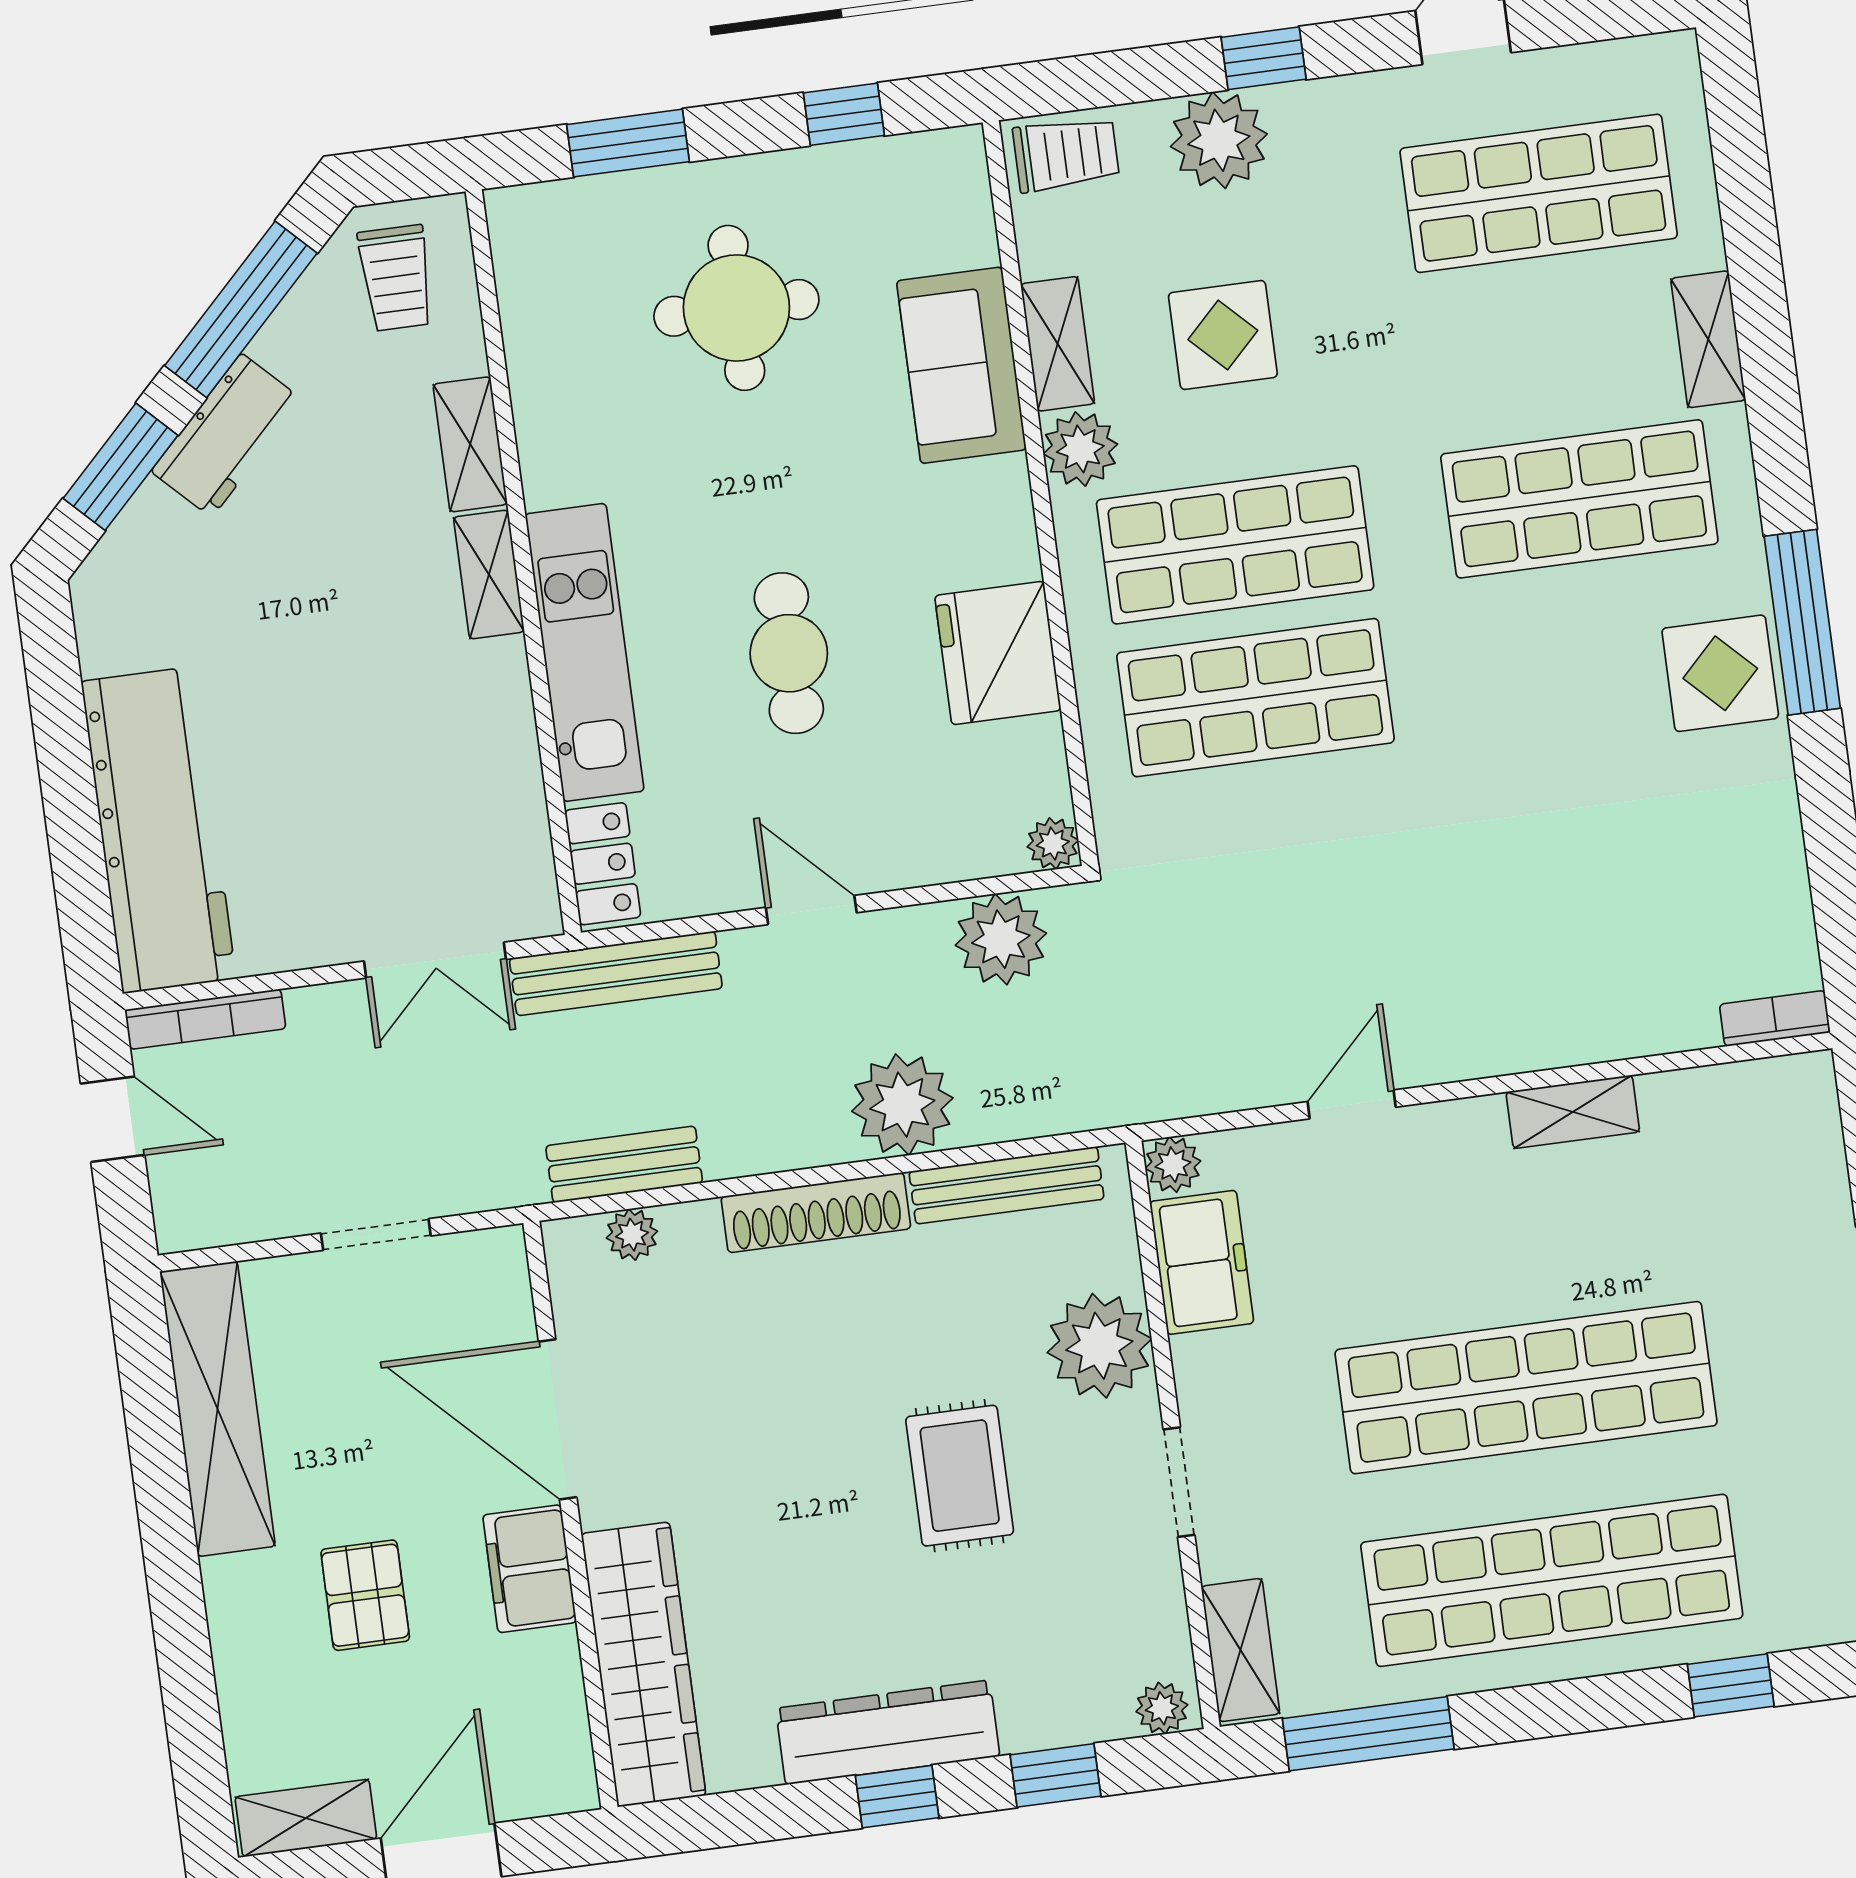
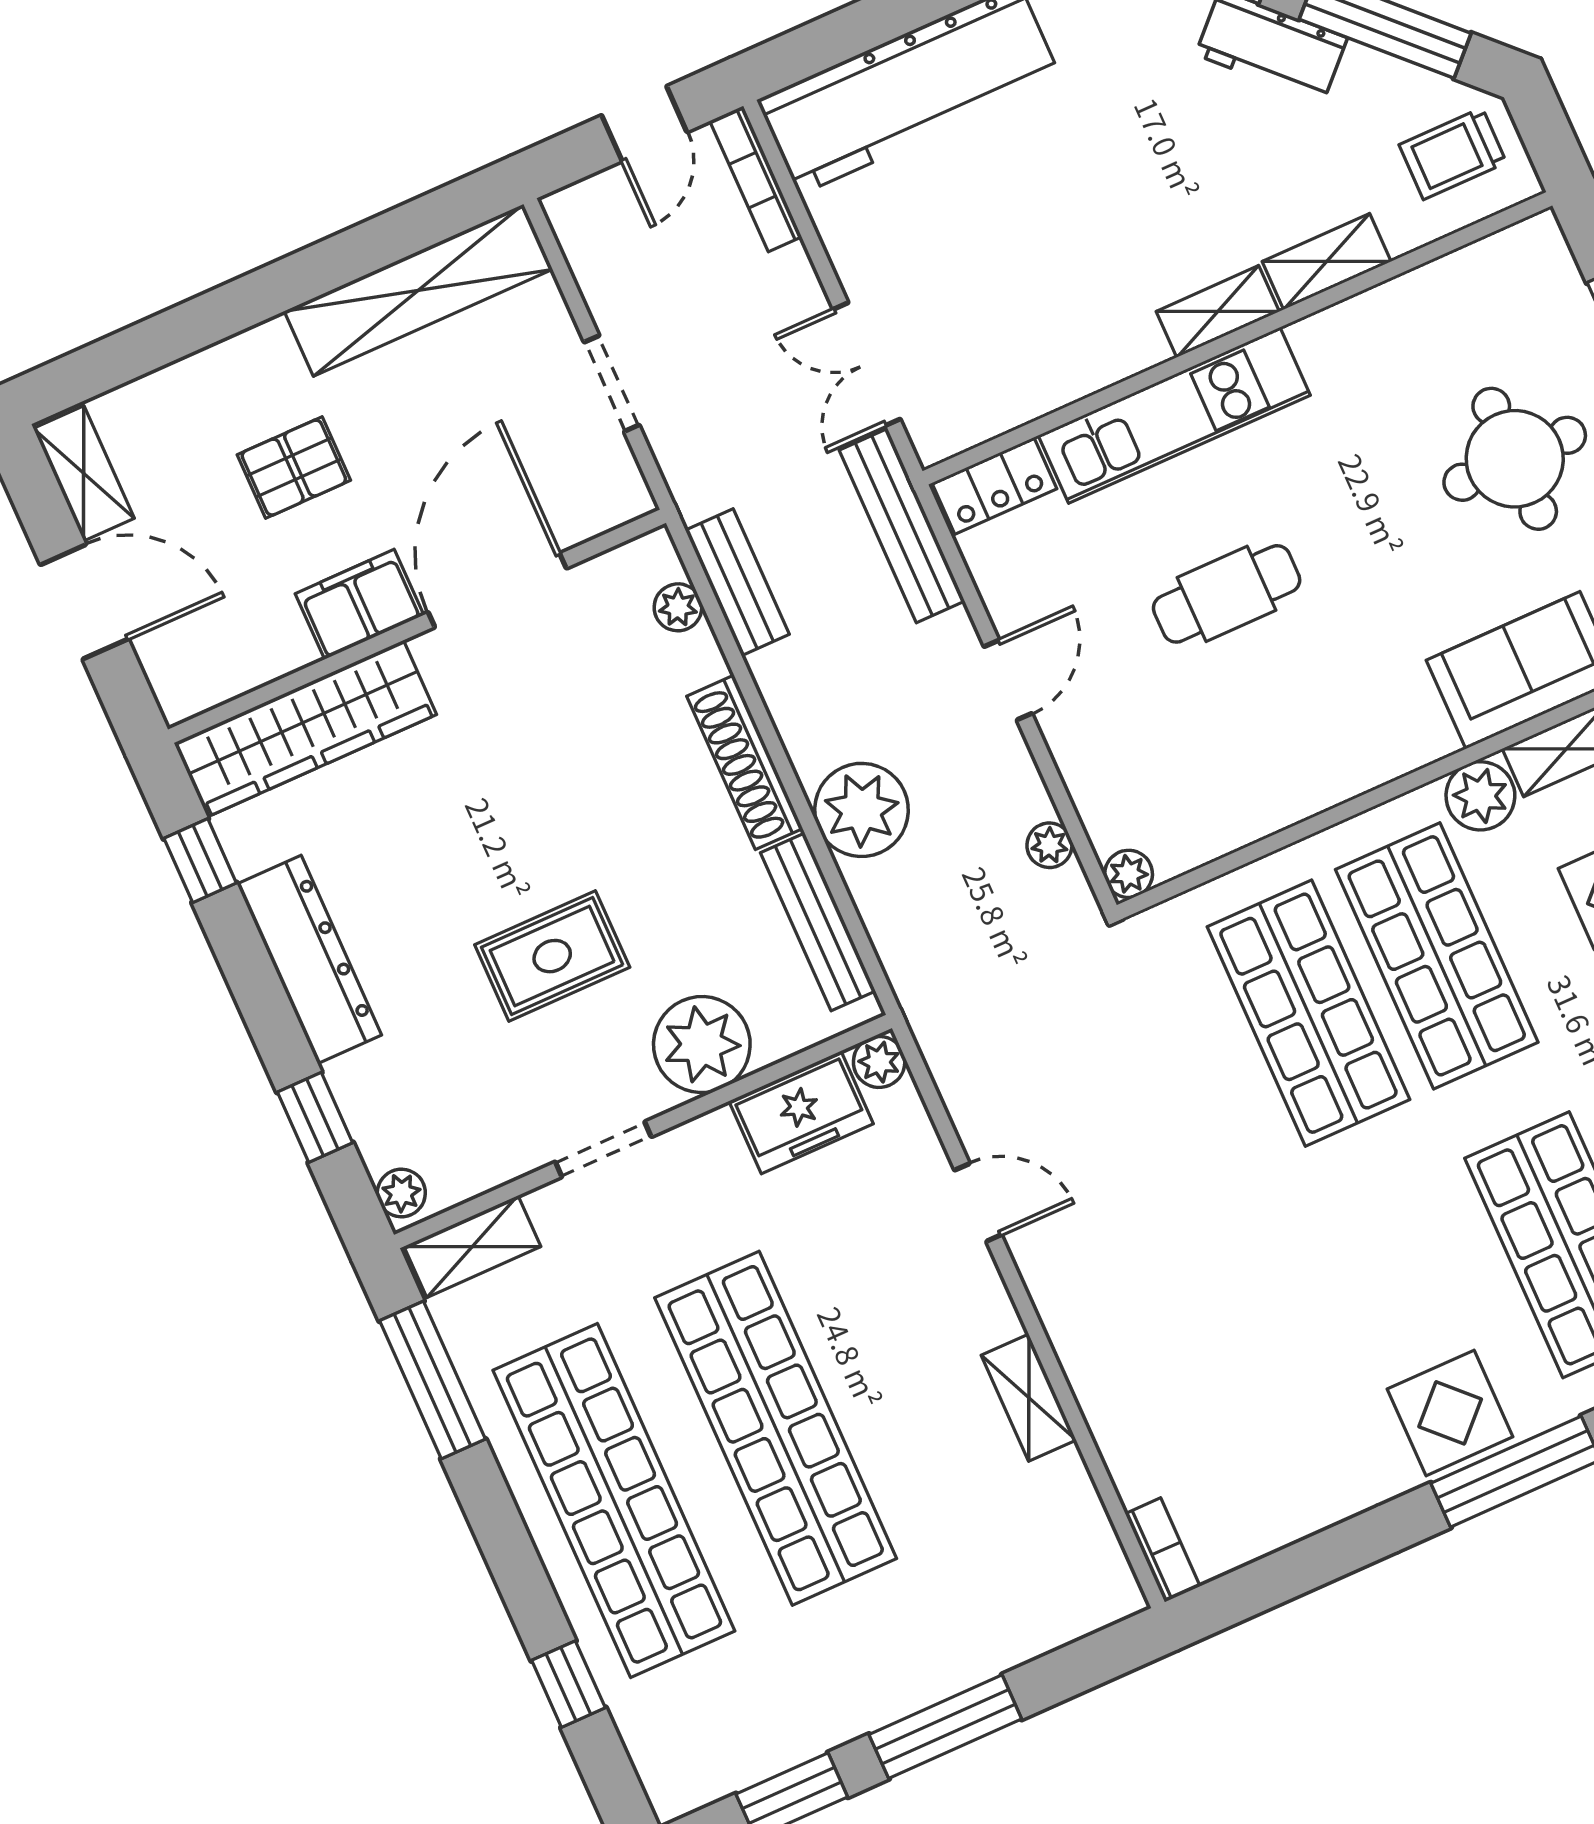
fridge: (998, 653) -> (1281, 777), removed
plant: (1001, 939) -> (1049, 845), width x0.53, depth x0.53
window: (897, 1797) -> (200, 861), moved

